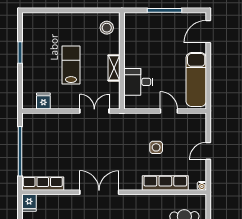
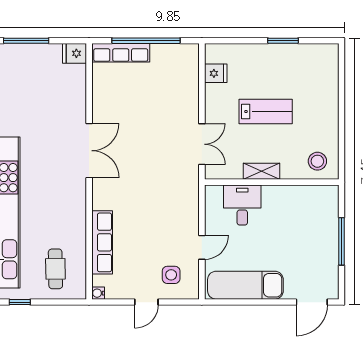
door: (208, 32) -> (312, 302), swing flipped
side table: (156, 147) -> (171, 275), moved
door: (208, 151) -> (146, 302), swing flipped
row of seats: (43, 184) -> (121, 53), moved, turned 90

